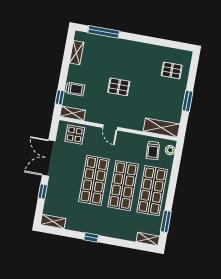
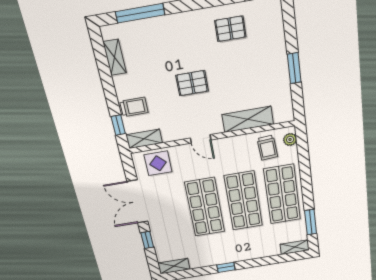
pallet: (172, 70) -> (230, 29), moved
shelving: (161, 128) -> (248, 119), moved

